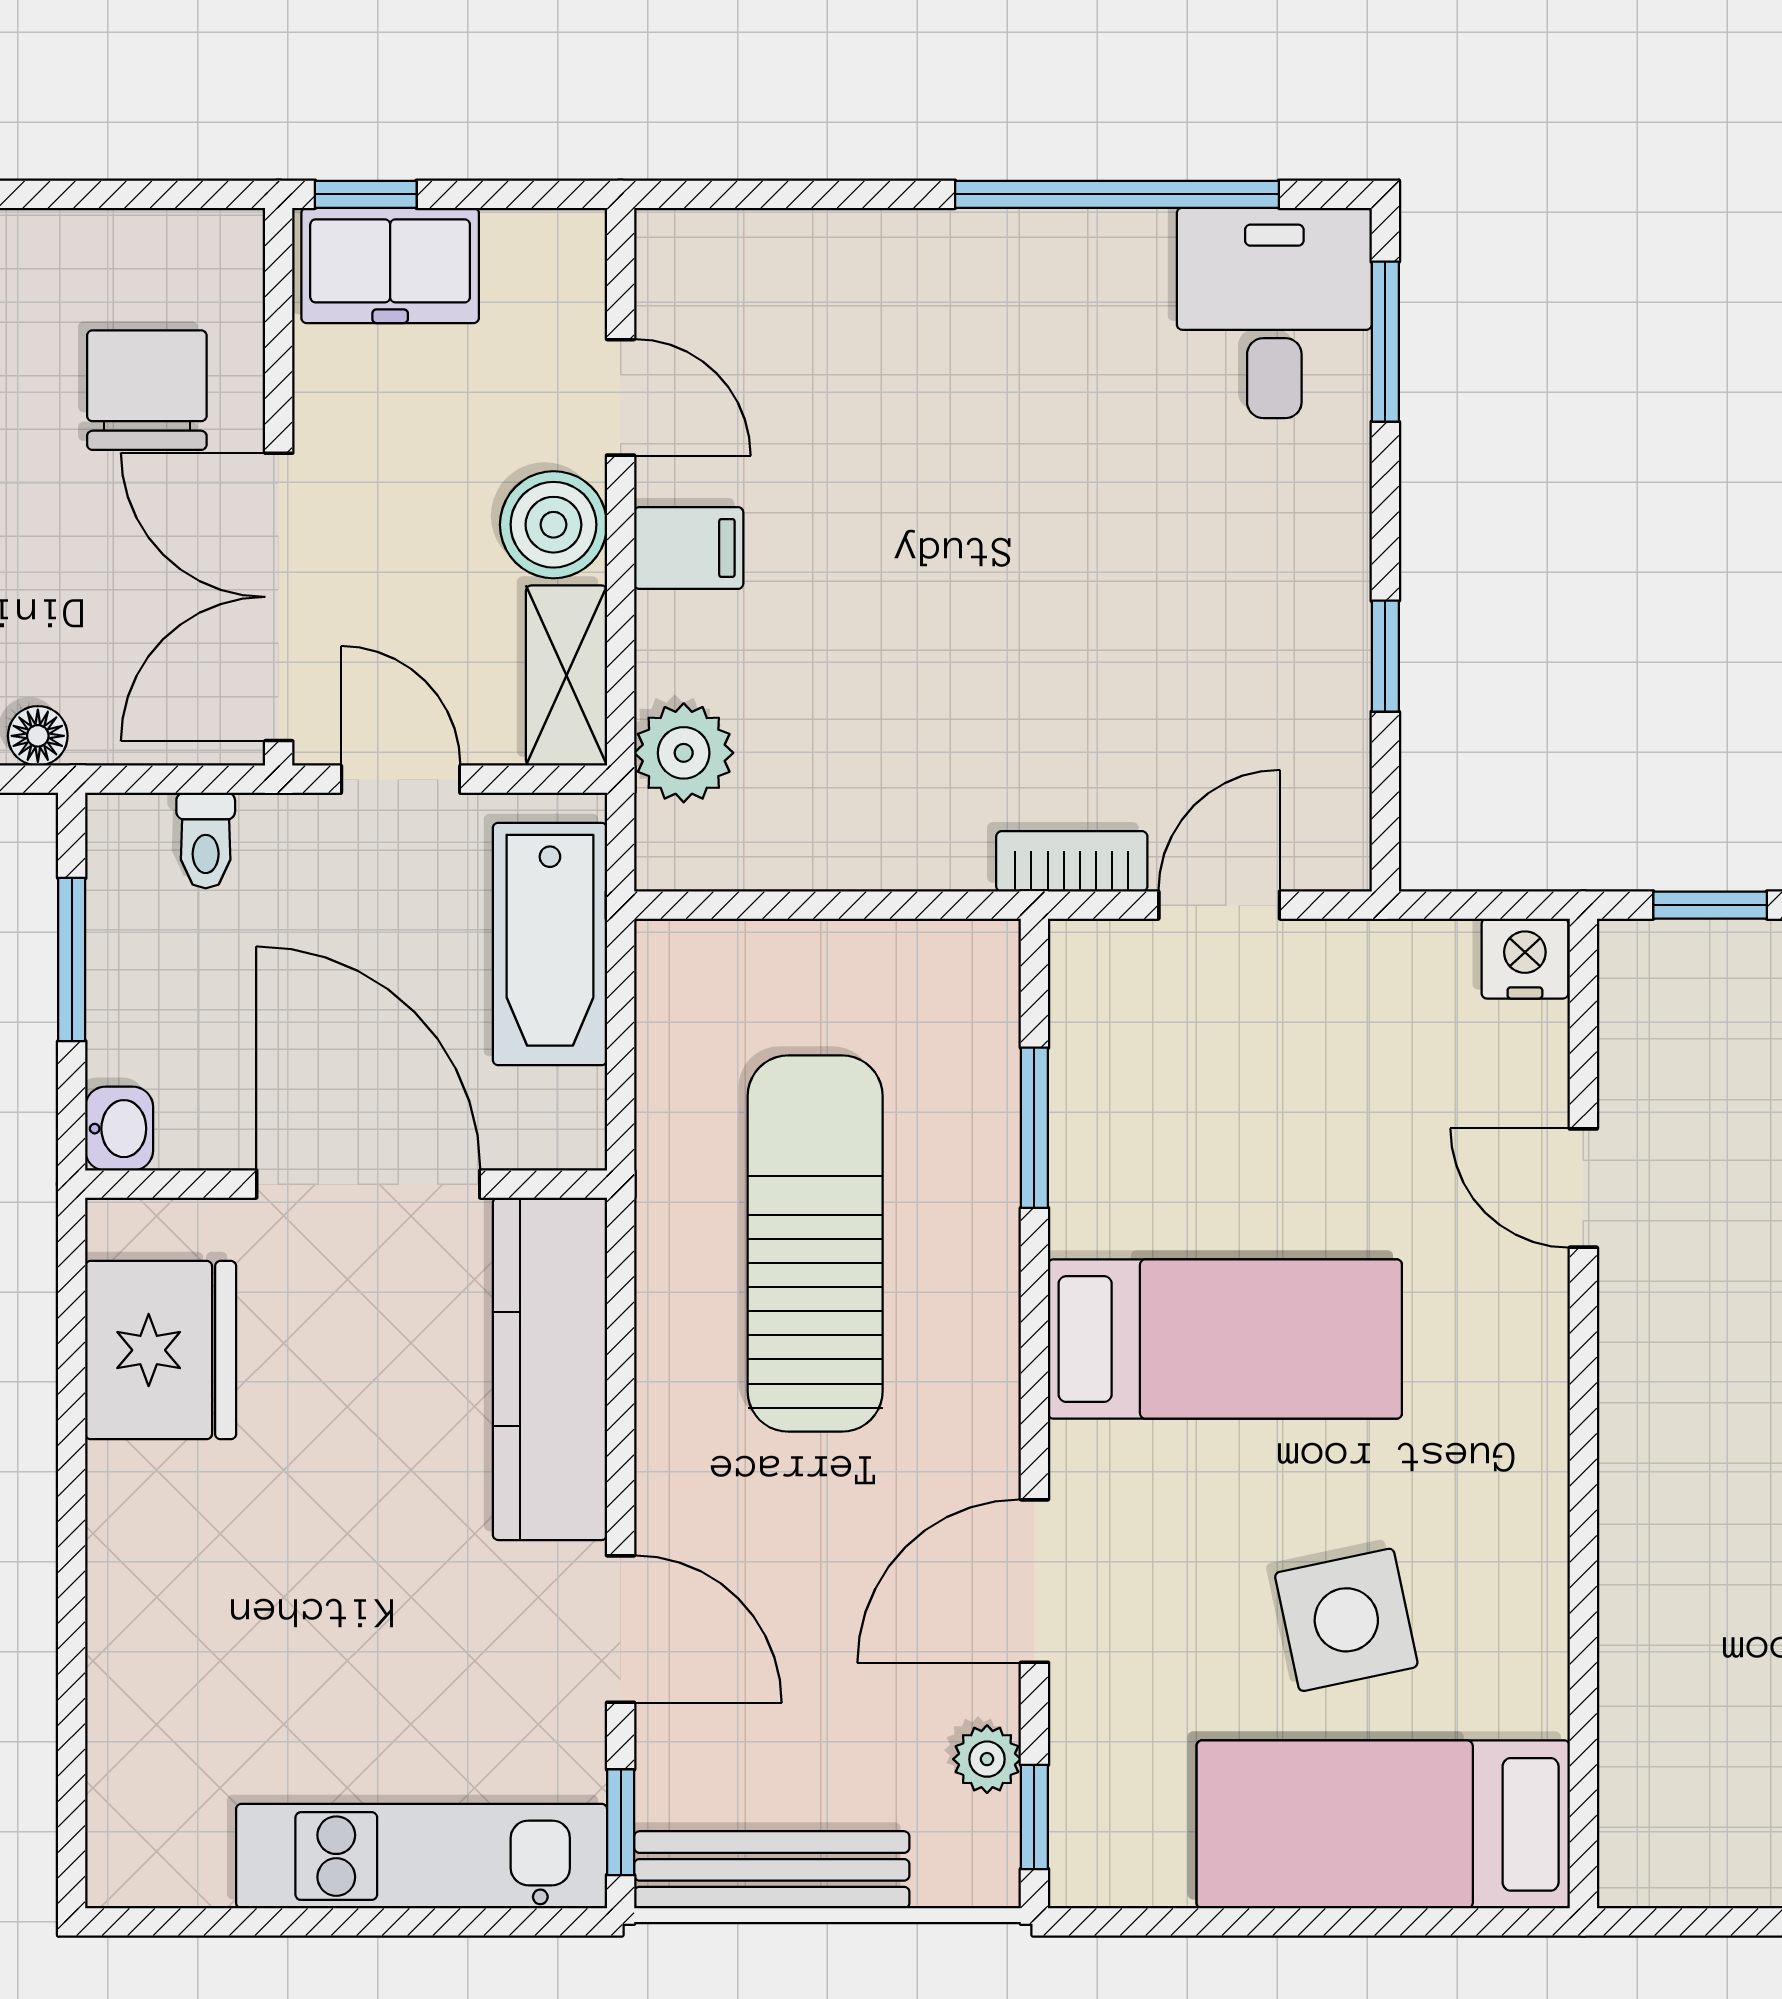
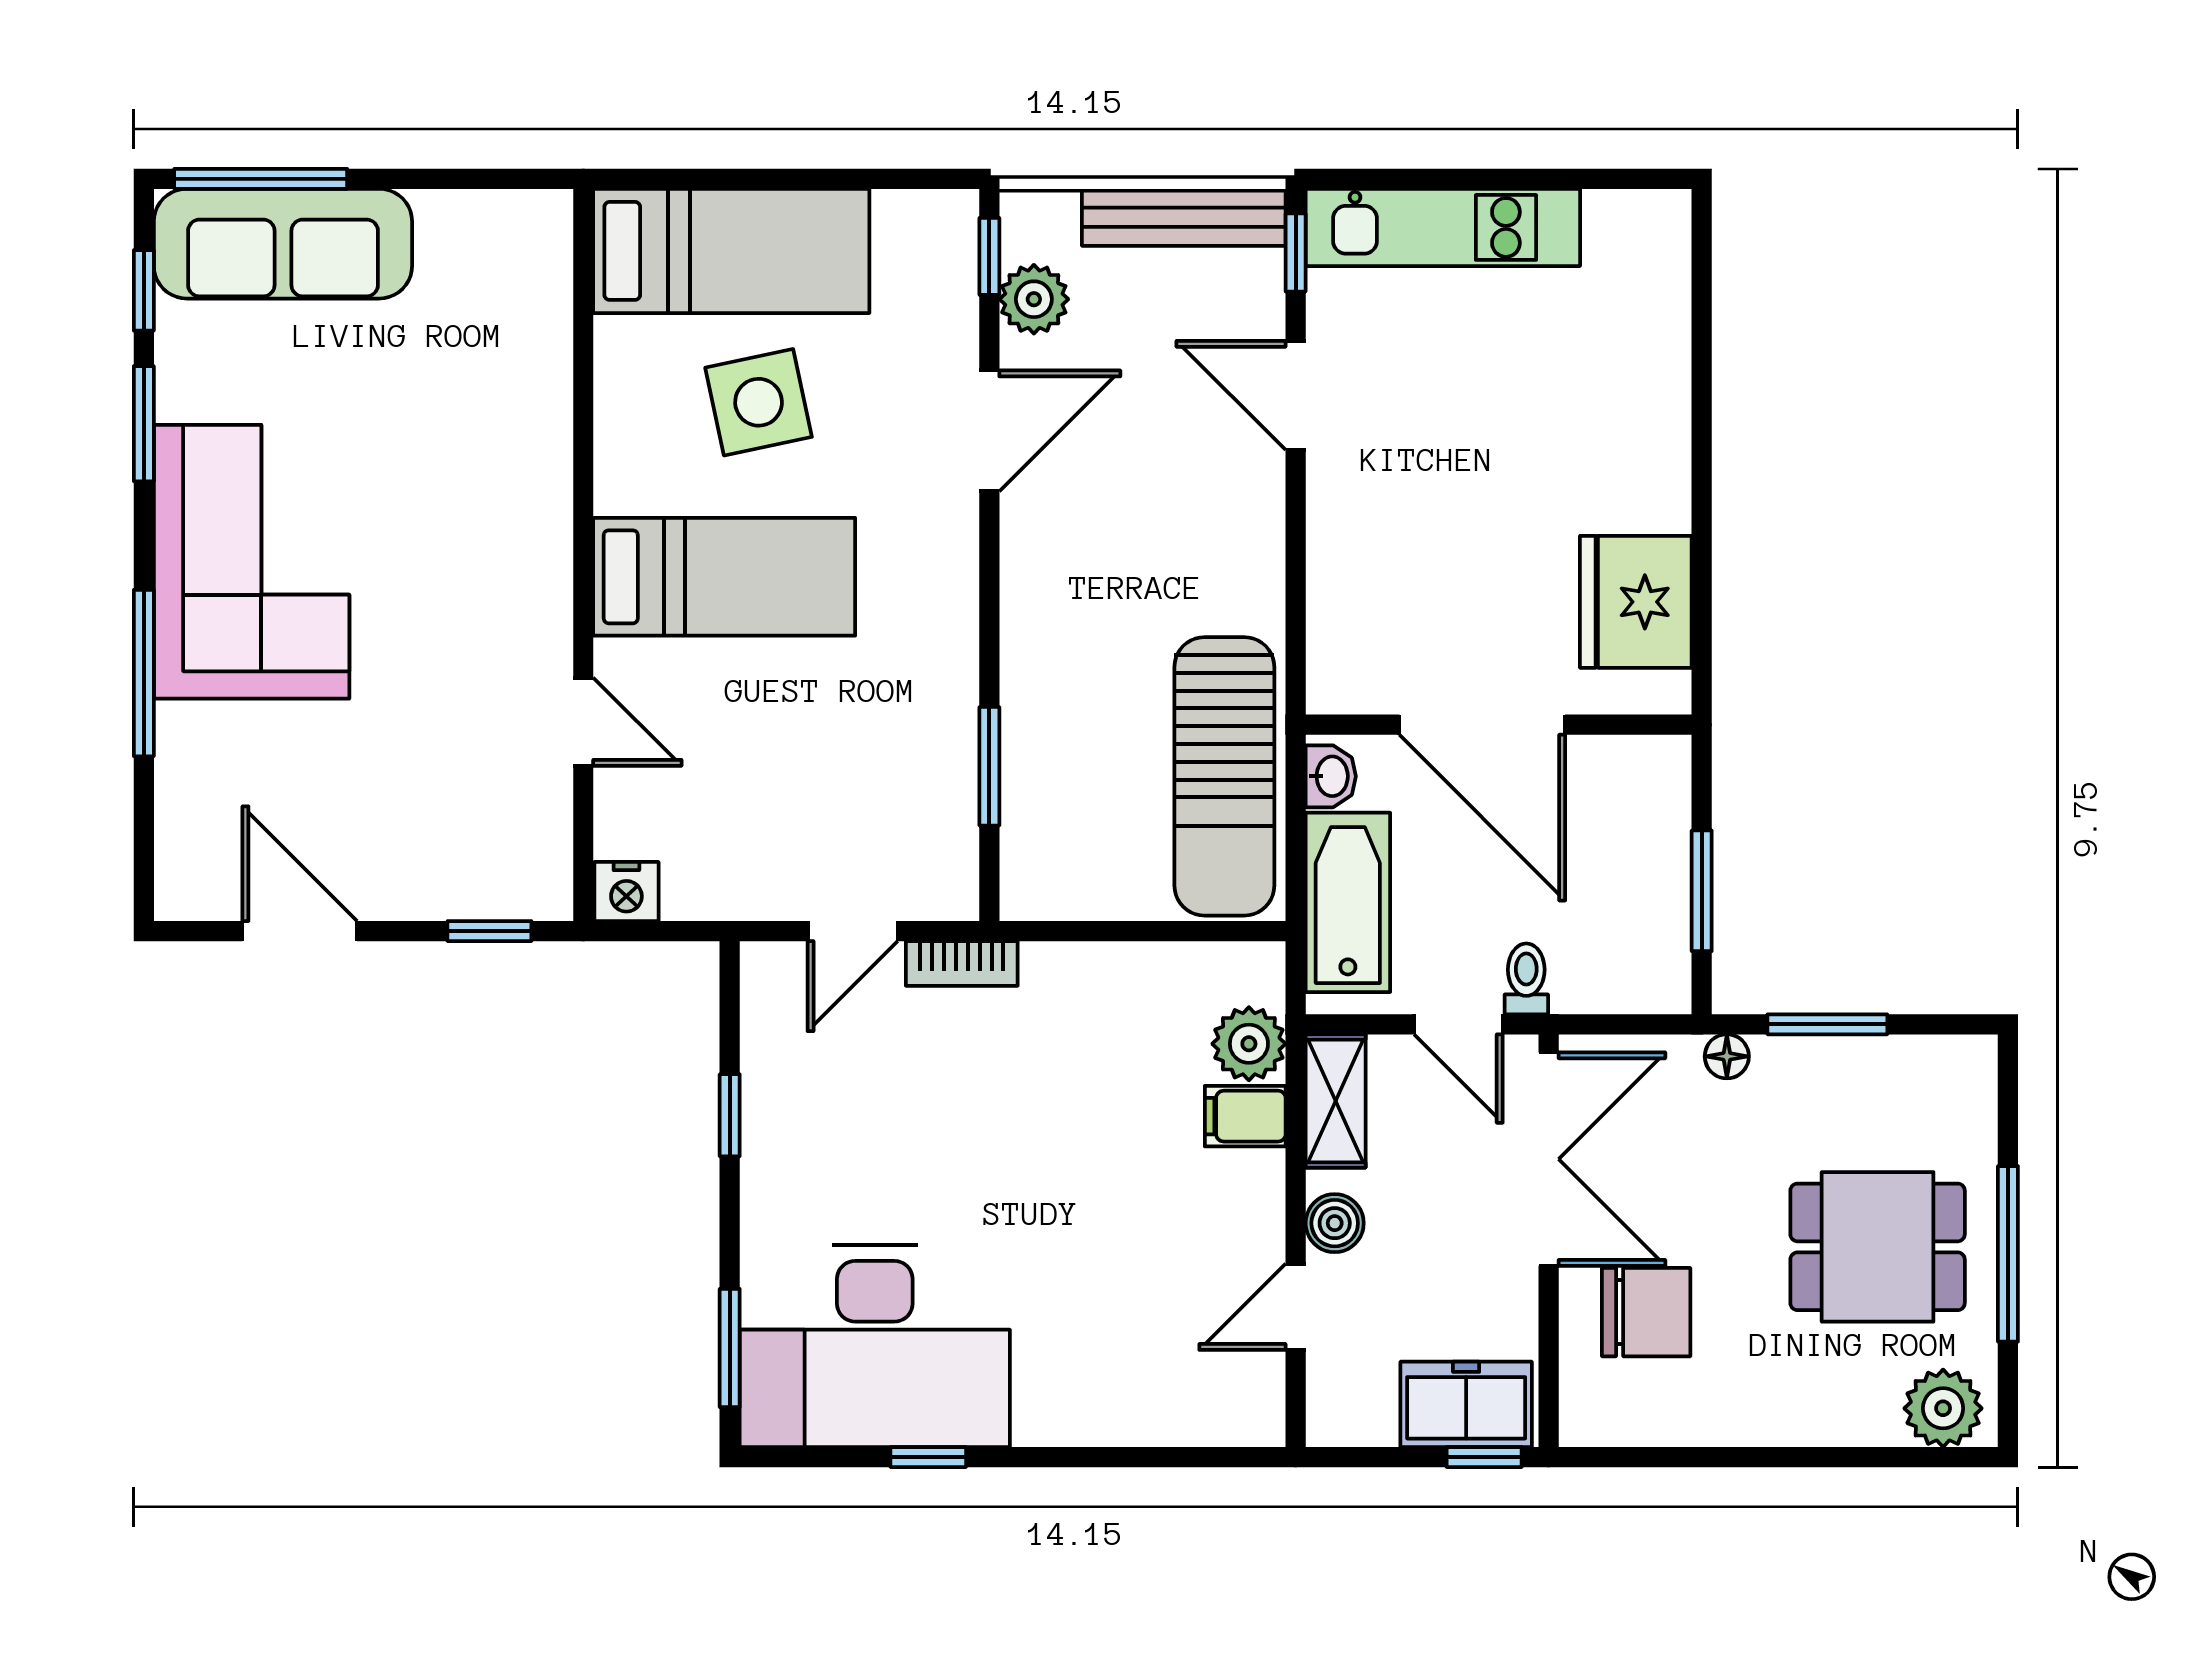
window: (1117, 194) -> (928, 1457), width x0.32
desk: (1274, 313) -> (875, 1346), width x1.87, depth x1.30
chair: (147, 390) -> (1646, 1312), turned -90
door: (621, 397) -> (1296, 1307), hinge flipped
boiler: (553, 525) -> (1335, 1223), width x0.73, depth x0.73
filing cabinet: (689, 548) -> (1245, 1116), moved
toilet: (206, 841) -> (1526, 979), moved
washbasin: (119, 1129) -> (1331, 776), moved, turned 180
sun lounger: (815, 1244) -> (1224, 776), moved
bed: (1225, 1339) -> (724, 577), moved, turned 180
kitchen counter: (550, 1369) -> (1348, 588), removed
plant: (987, 1759) -> (1034, 299), width x1.38, depth x1.38

